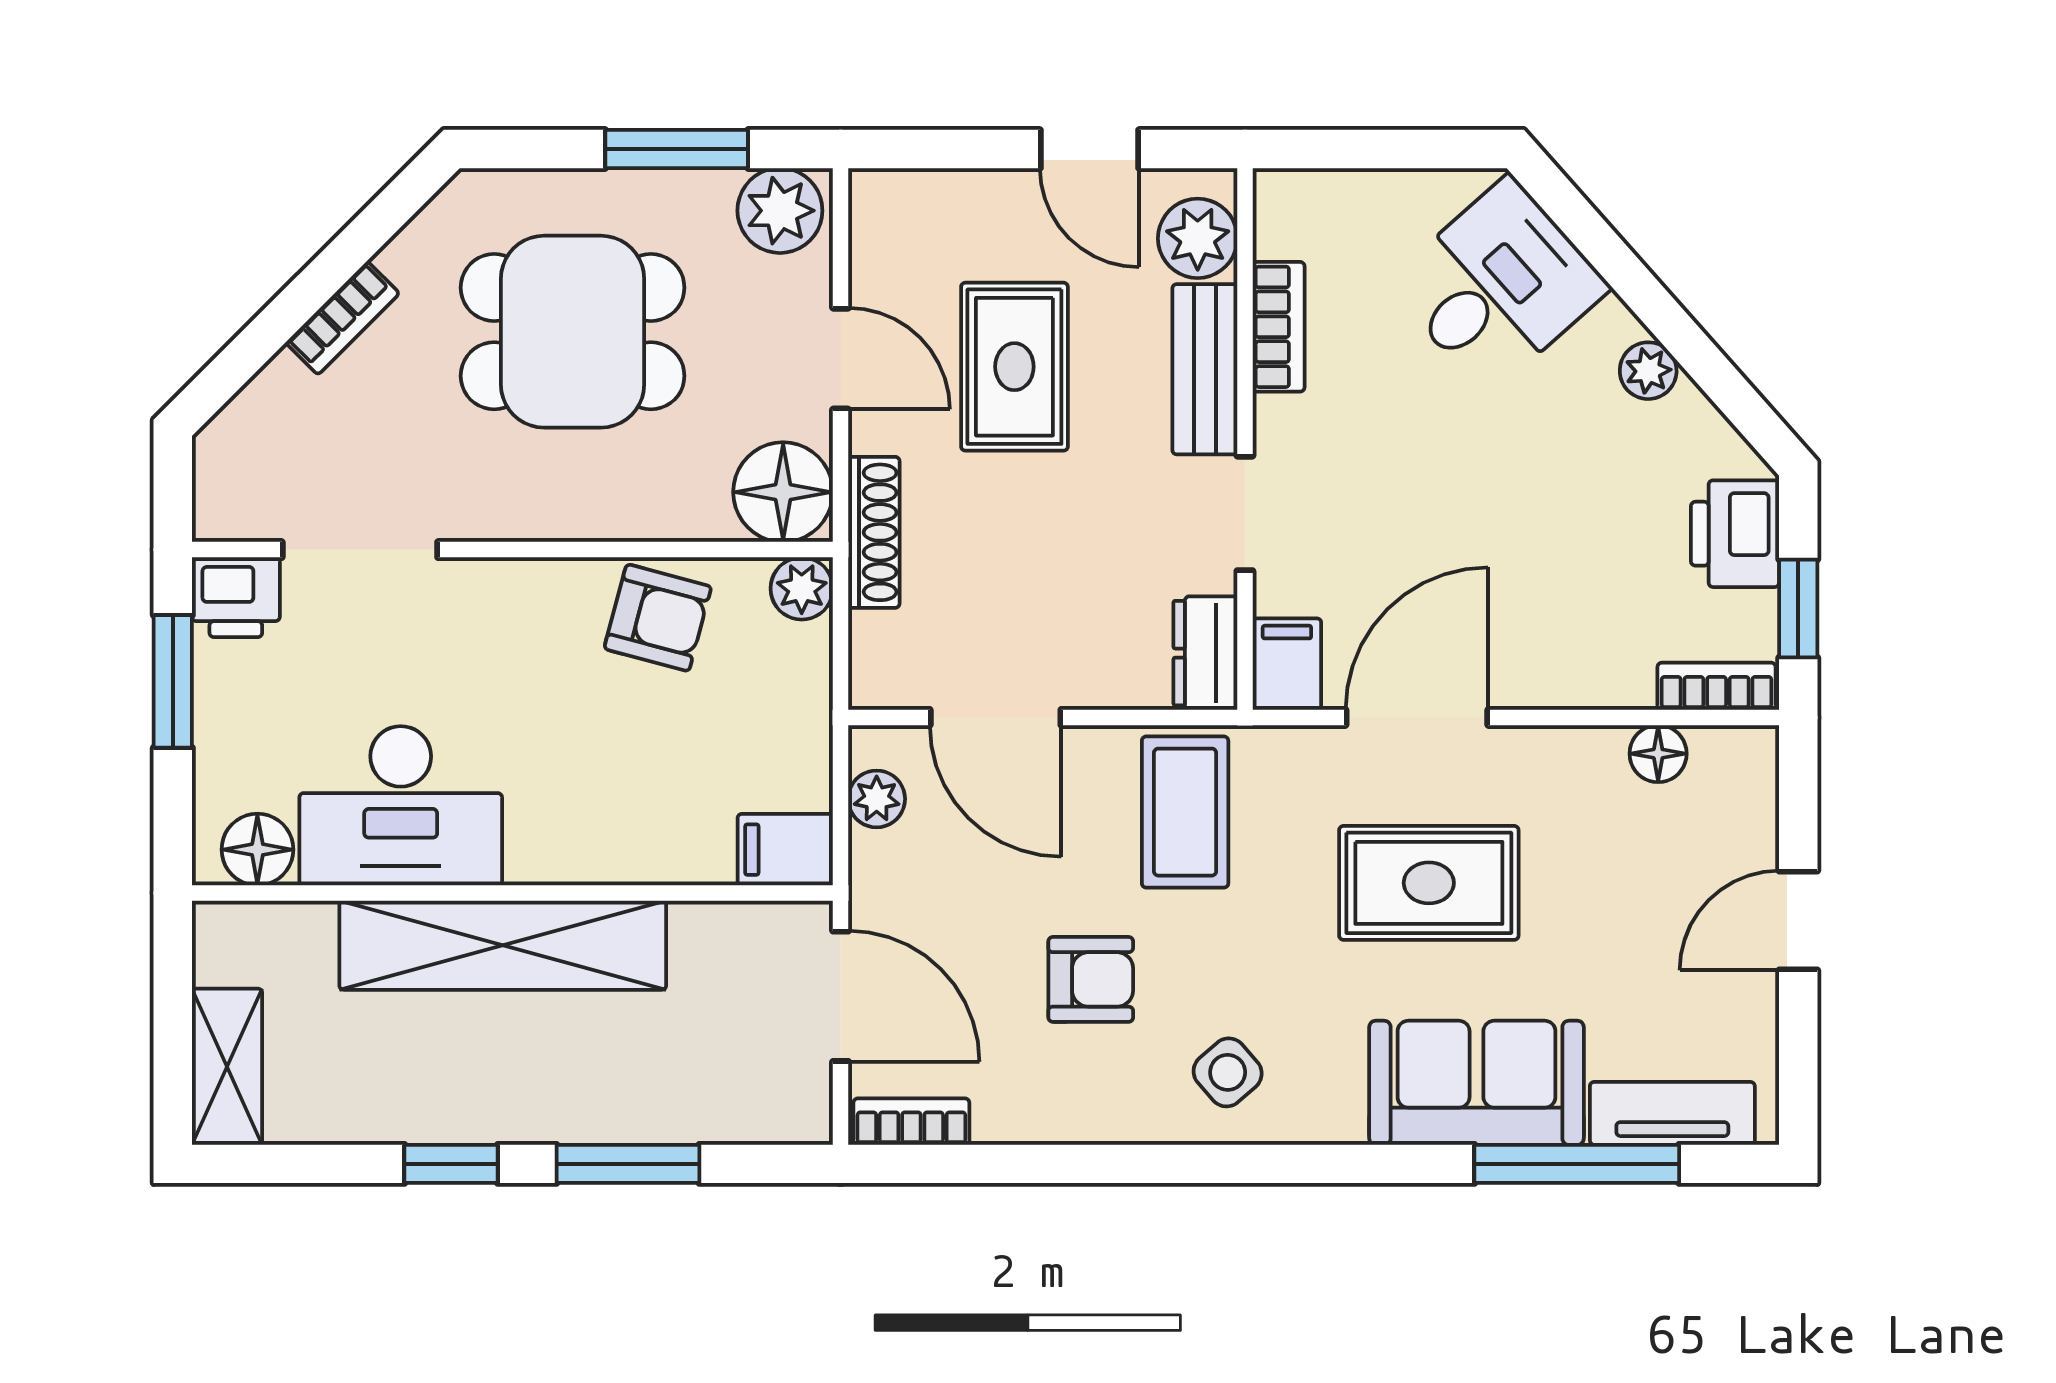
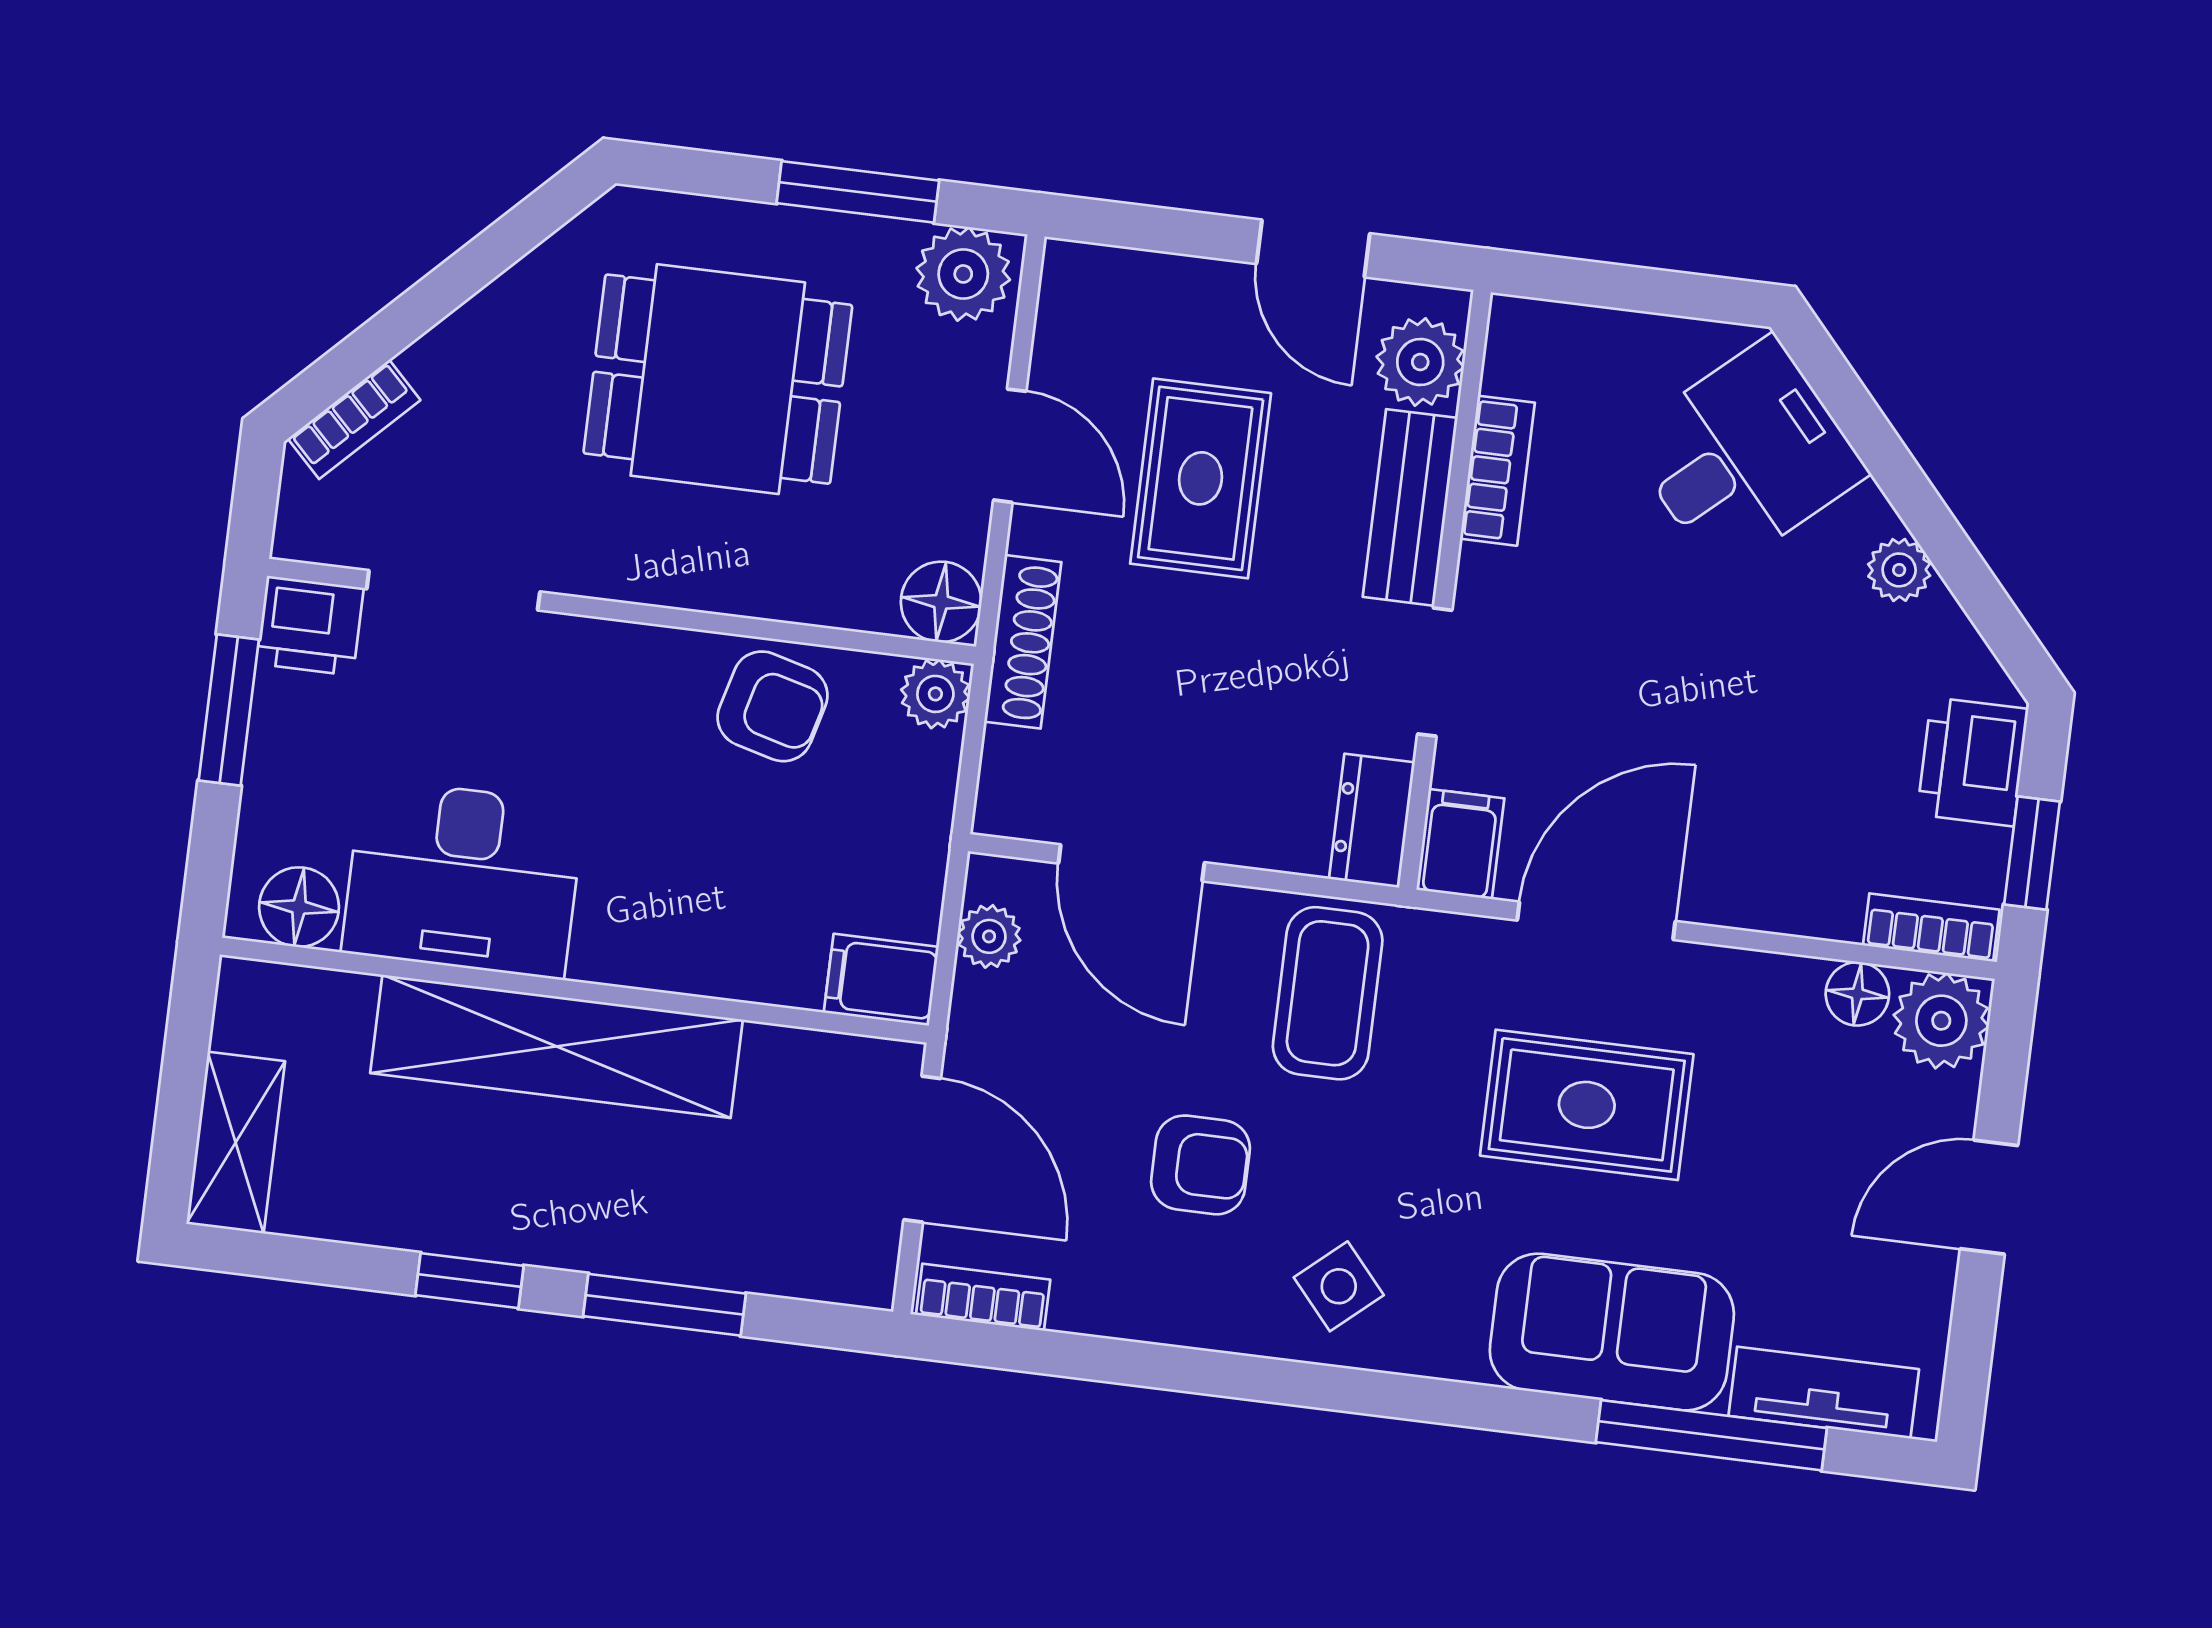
bookcase: (342, 318) -> (354, 419), moved
floor lamp: (783, 492) -> (941, 602), width x0.73, depth x0.73
plant: (1736, 768) -> (1941, 1021), added

